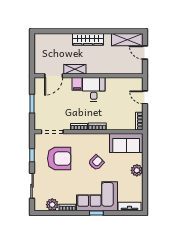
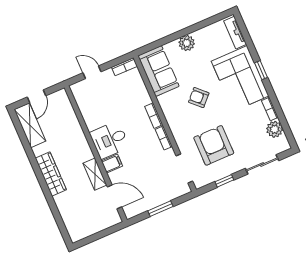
door: (145, 97) -> (92, 72), swing flipped

